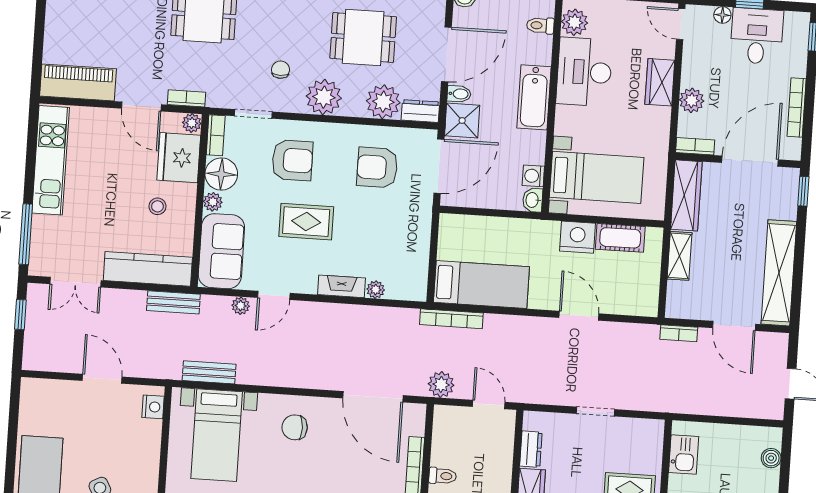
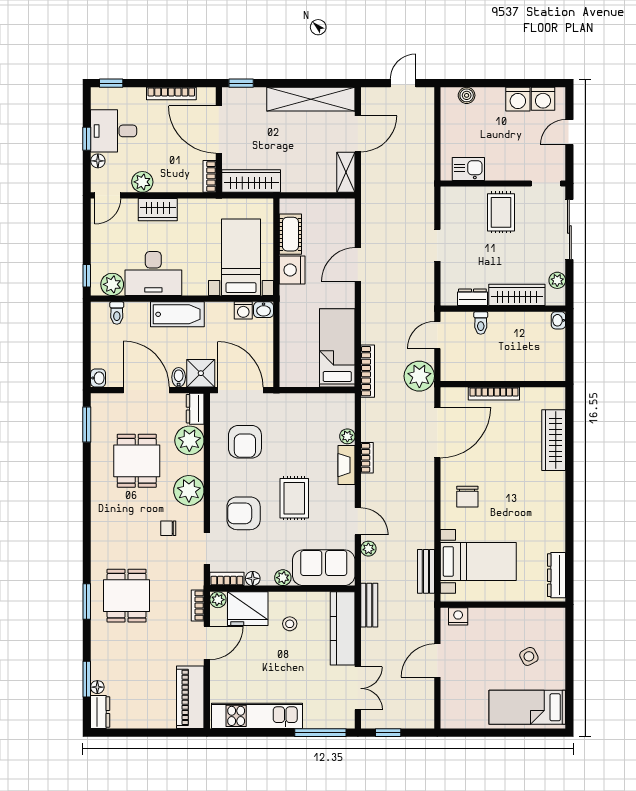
plant: (692, 100) -> (142, 182), moved
armchair: (292, 160) -> (244, 513), turned -90
floor lamp: (221, 174) -> (253, 578), width x0.53, depth x0.53
shelving: (680, 256) -> (346, 172), moved, turned 90
bookcase: (679, 333) -> (367, 458), moved
plant: (441, 385) -> (419, 376), width x1.36, depth x1.36
toilet: (443, 476) -> (481, 323), moved, turned 180

